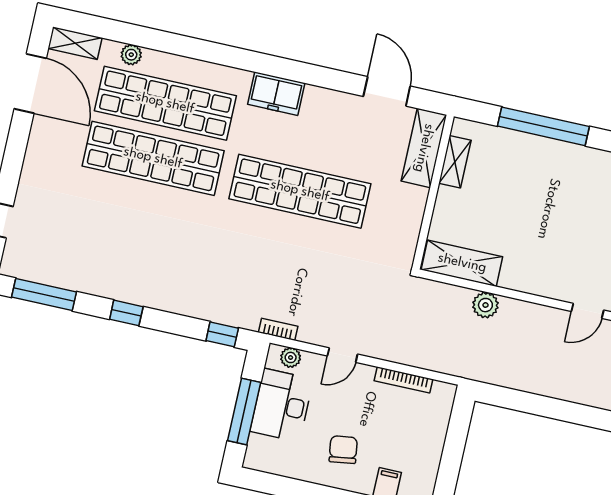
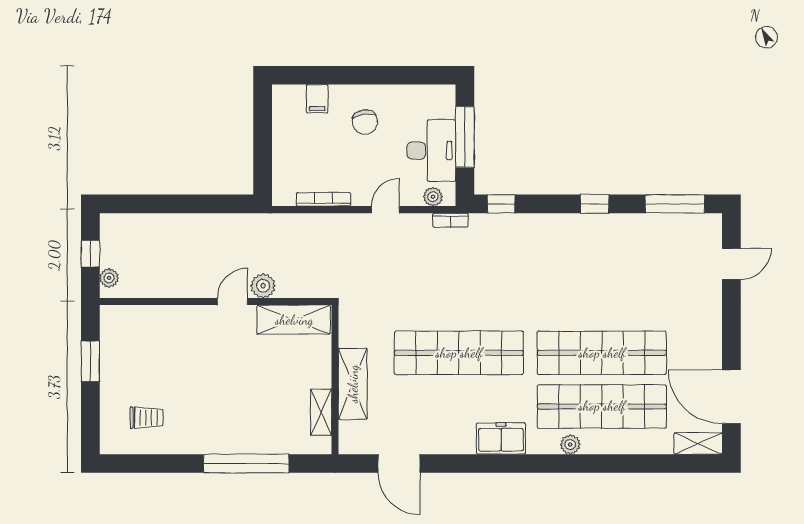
plant: (131, 55) -> (570, 445), moved
shelving: (424, 148) -> (353, 384), moved
door: (588, 311) -> (232, 302), moved

